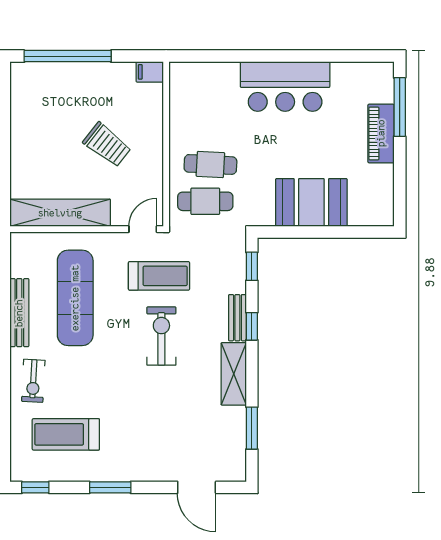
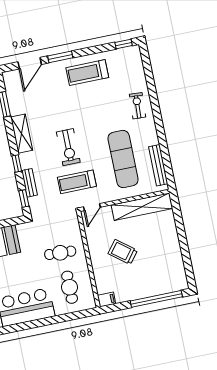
cafe table: (205, 201) -> (70, 287), moved, turned 90
bench: (19, 313) -> (158, 165), moved
bench: (237, 318) -> (29, 183), moved
treadmill: (66, 434) -> (87, 73), moved, turned 180
window: (110, 487) -> (60, 57), moved
door: (197, 487) -> (30, 63), swing flipped

